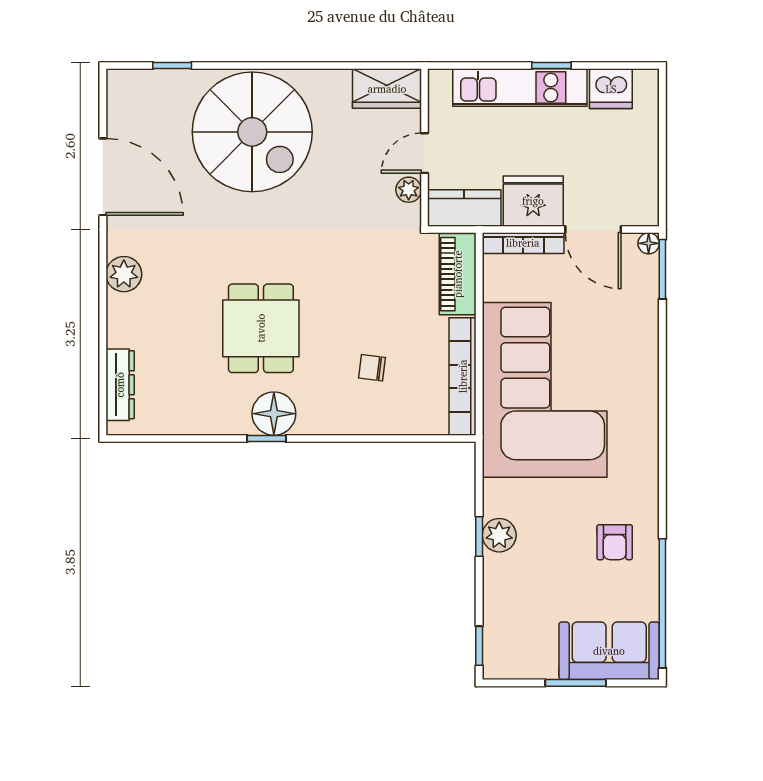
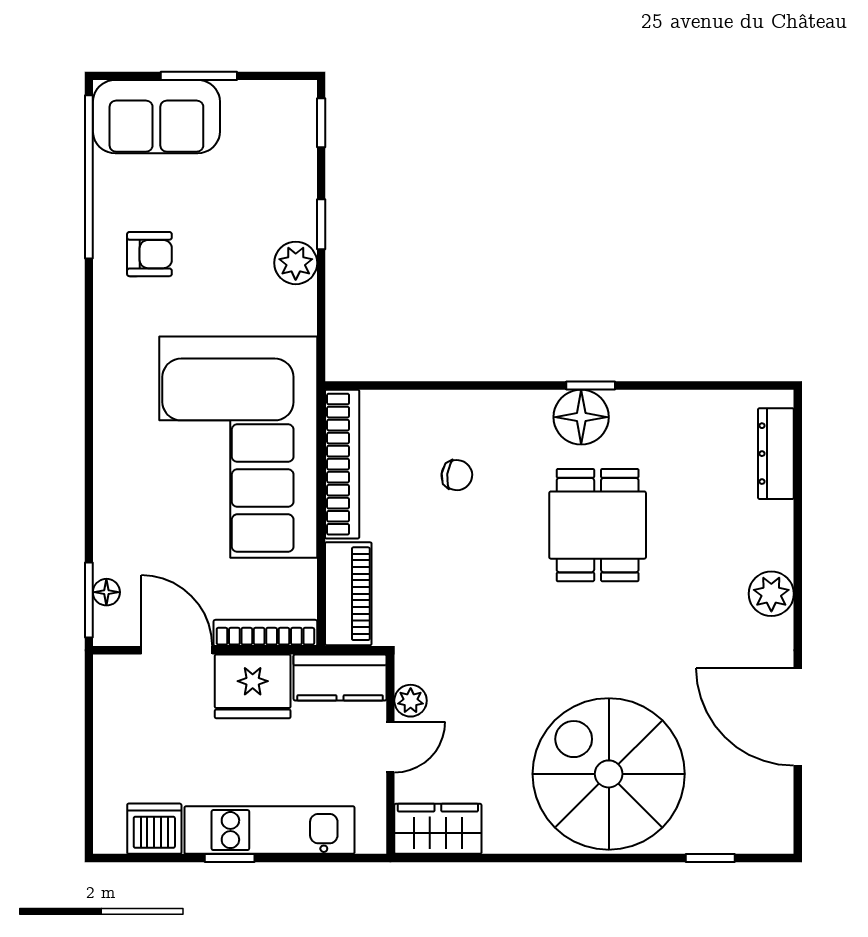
floor lamp: (649, 243) -> (106, 592), moved
window: (479, 536) -> (321, 224), moved
armchair: (615, 542) -> (149, 254), turned 90

